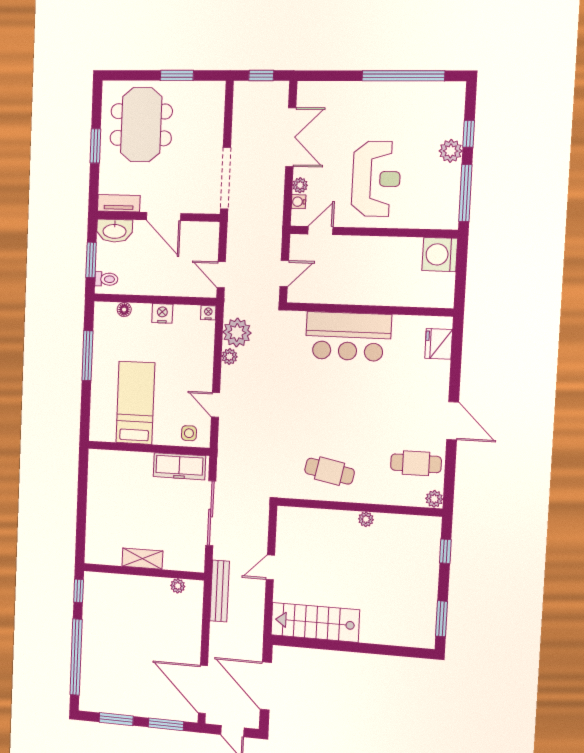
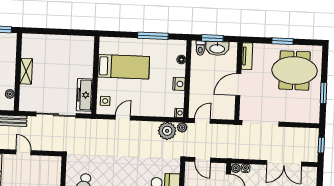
plant: (300, 185) -> (236, 168), moved
washbasin: (115, 231) -> (217, 48), moved, turned -90
plant: (229, 357) -> (182, 127), moved

